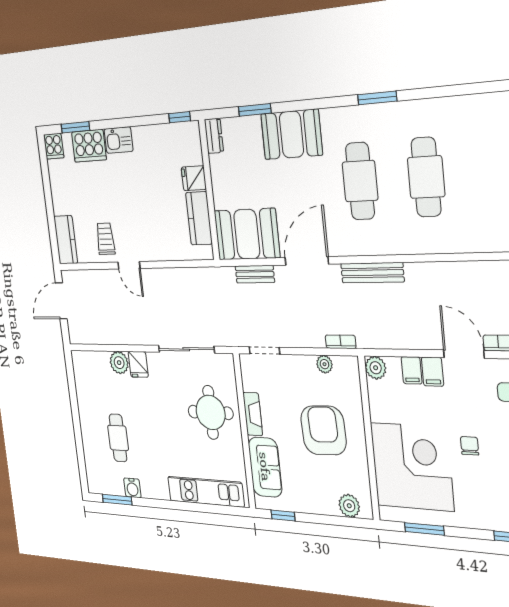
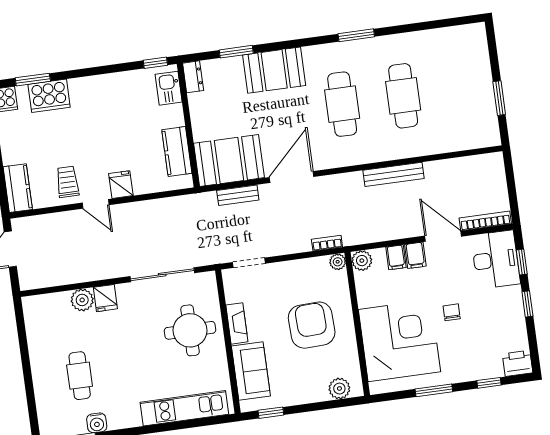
kitchen sink: (119, 140) -> (169, 88), moved, turned 90
fridge: (194, 178) -> (121, 185), moved, turned 90
bench: (372, 273) -> (394, 174), moved
plant: (324, 364) -> (338, 262), moved
window: (424, 529) -> (434, 390), moved

